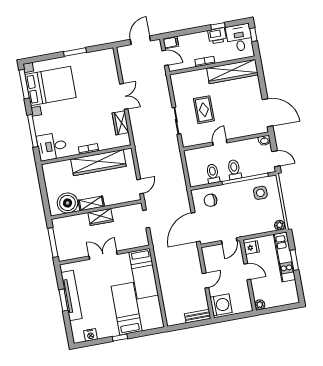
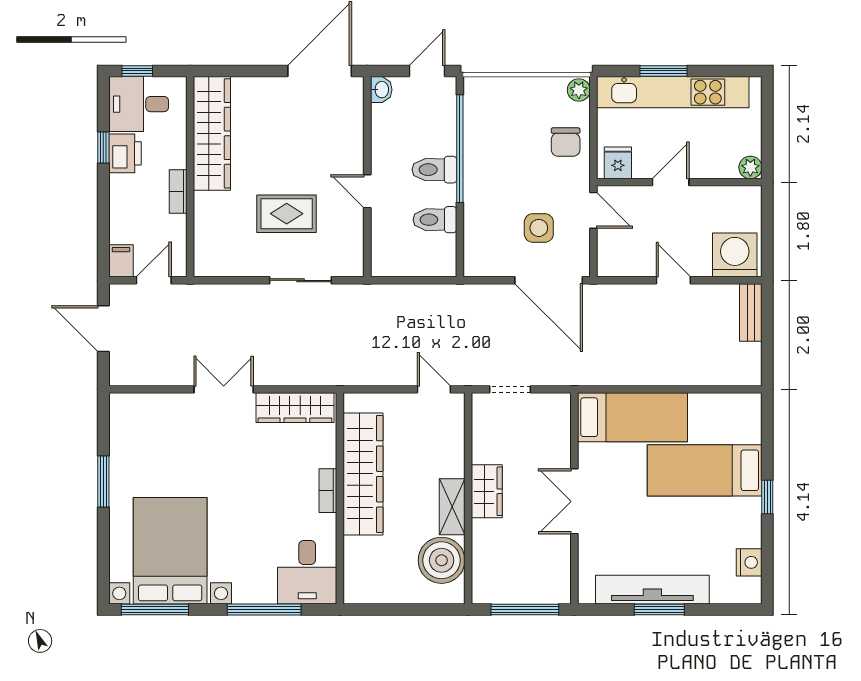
wardrobe: (120, 123) -> (295, 408), width x1.50
side table: (260, 193) -> (539, 228), moved
chair: (211, 200) -> (566, 142), moved
kitchen unit: (284, 257) -> (673, 92), width x1.36

